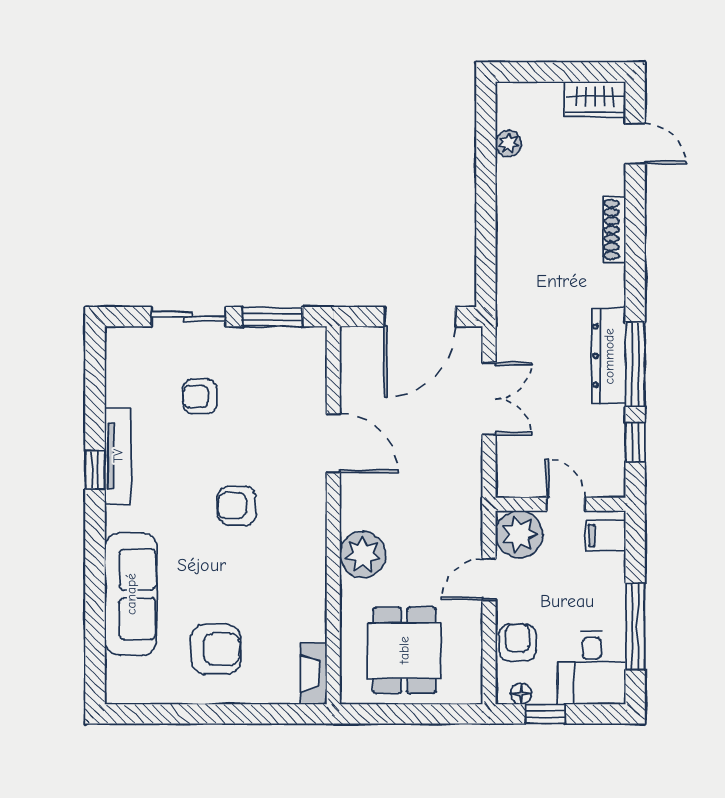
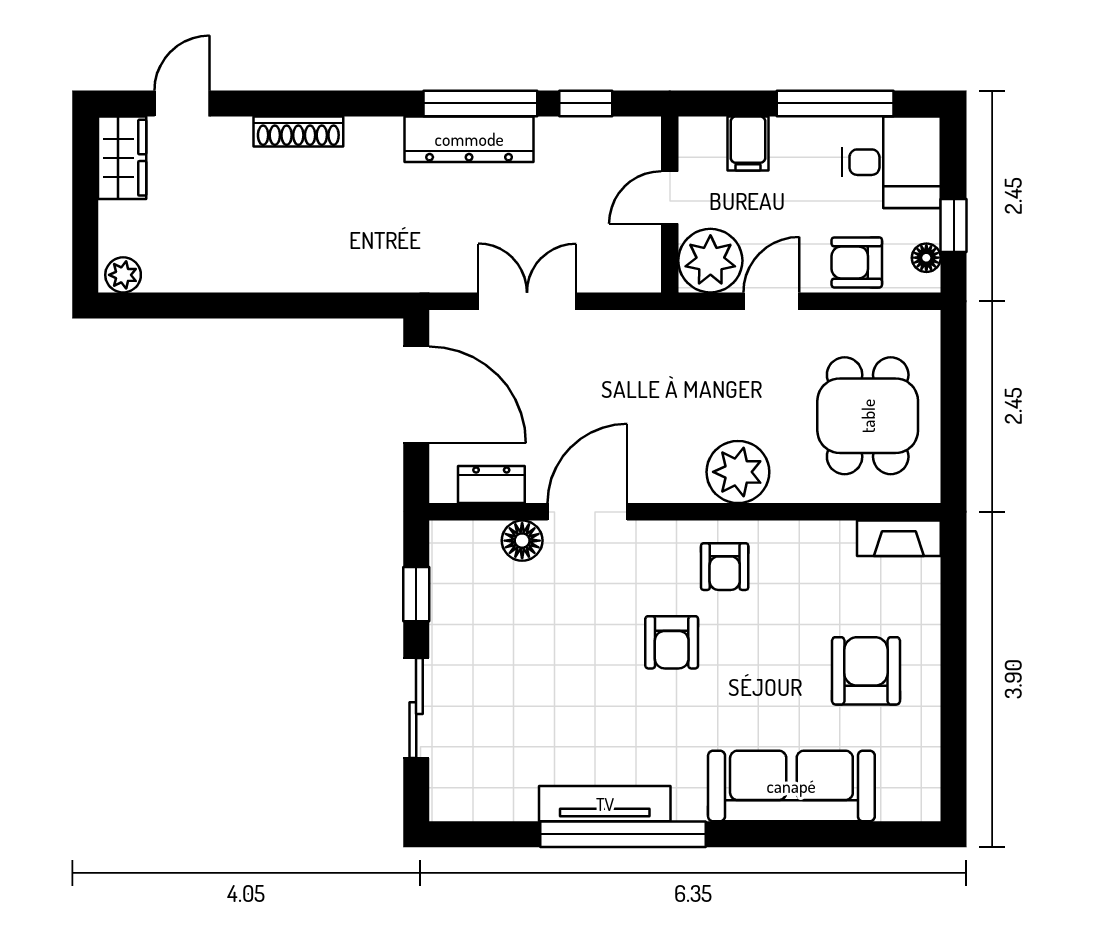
plant: (508, 143) -> (123, 275), moved
window: (272, 317) -> (416, 594), width x0.67
dresser: (353, 372) -> (491, 485), added
floor lamp: (312, 395) -> (522, 541), added
armchair: (200, 397) -> (725, 567), moved
window: (95, 470) -> (623, 834), width x3.17
filing cabinet: (606, 536) -> (748, 143), moved
door: (489, 579) -> (771, 301), swing flipped
dining table: (404, 650) -> (868, 416), turned 90

